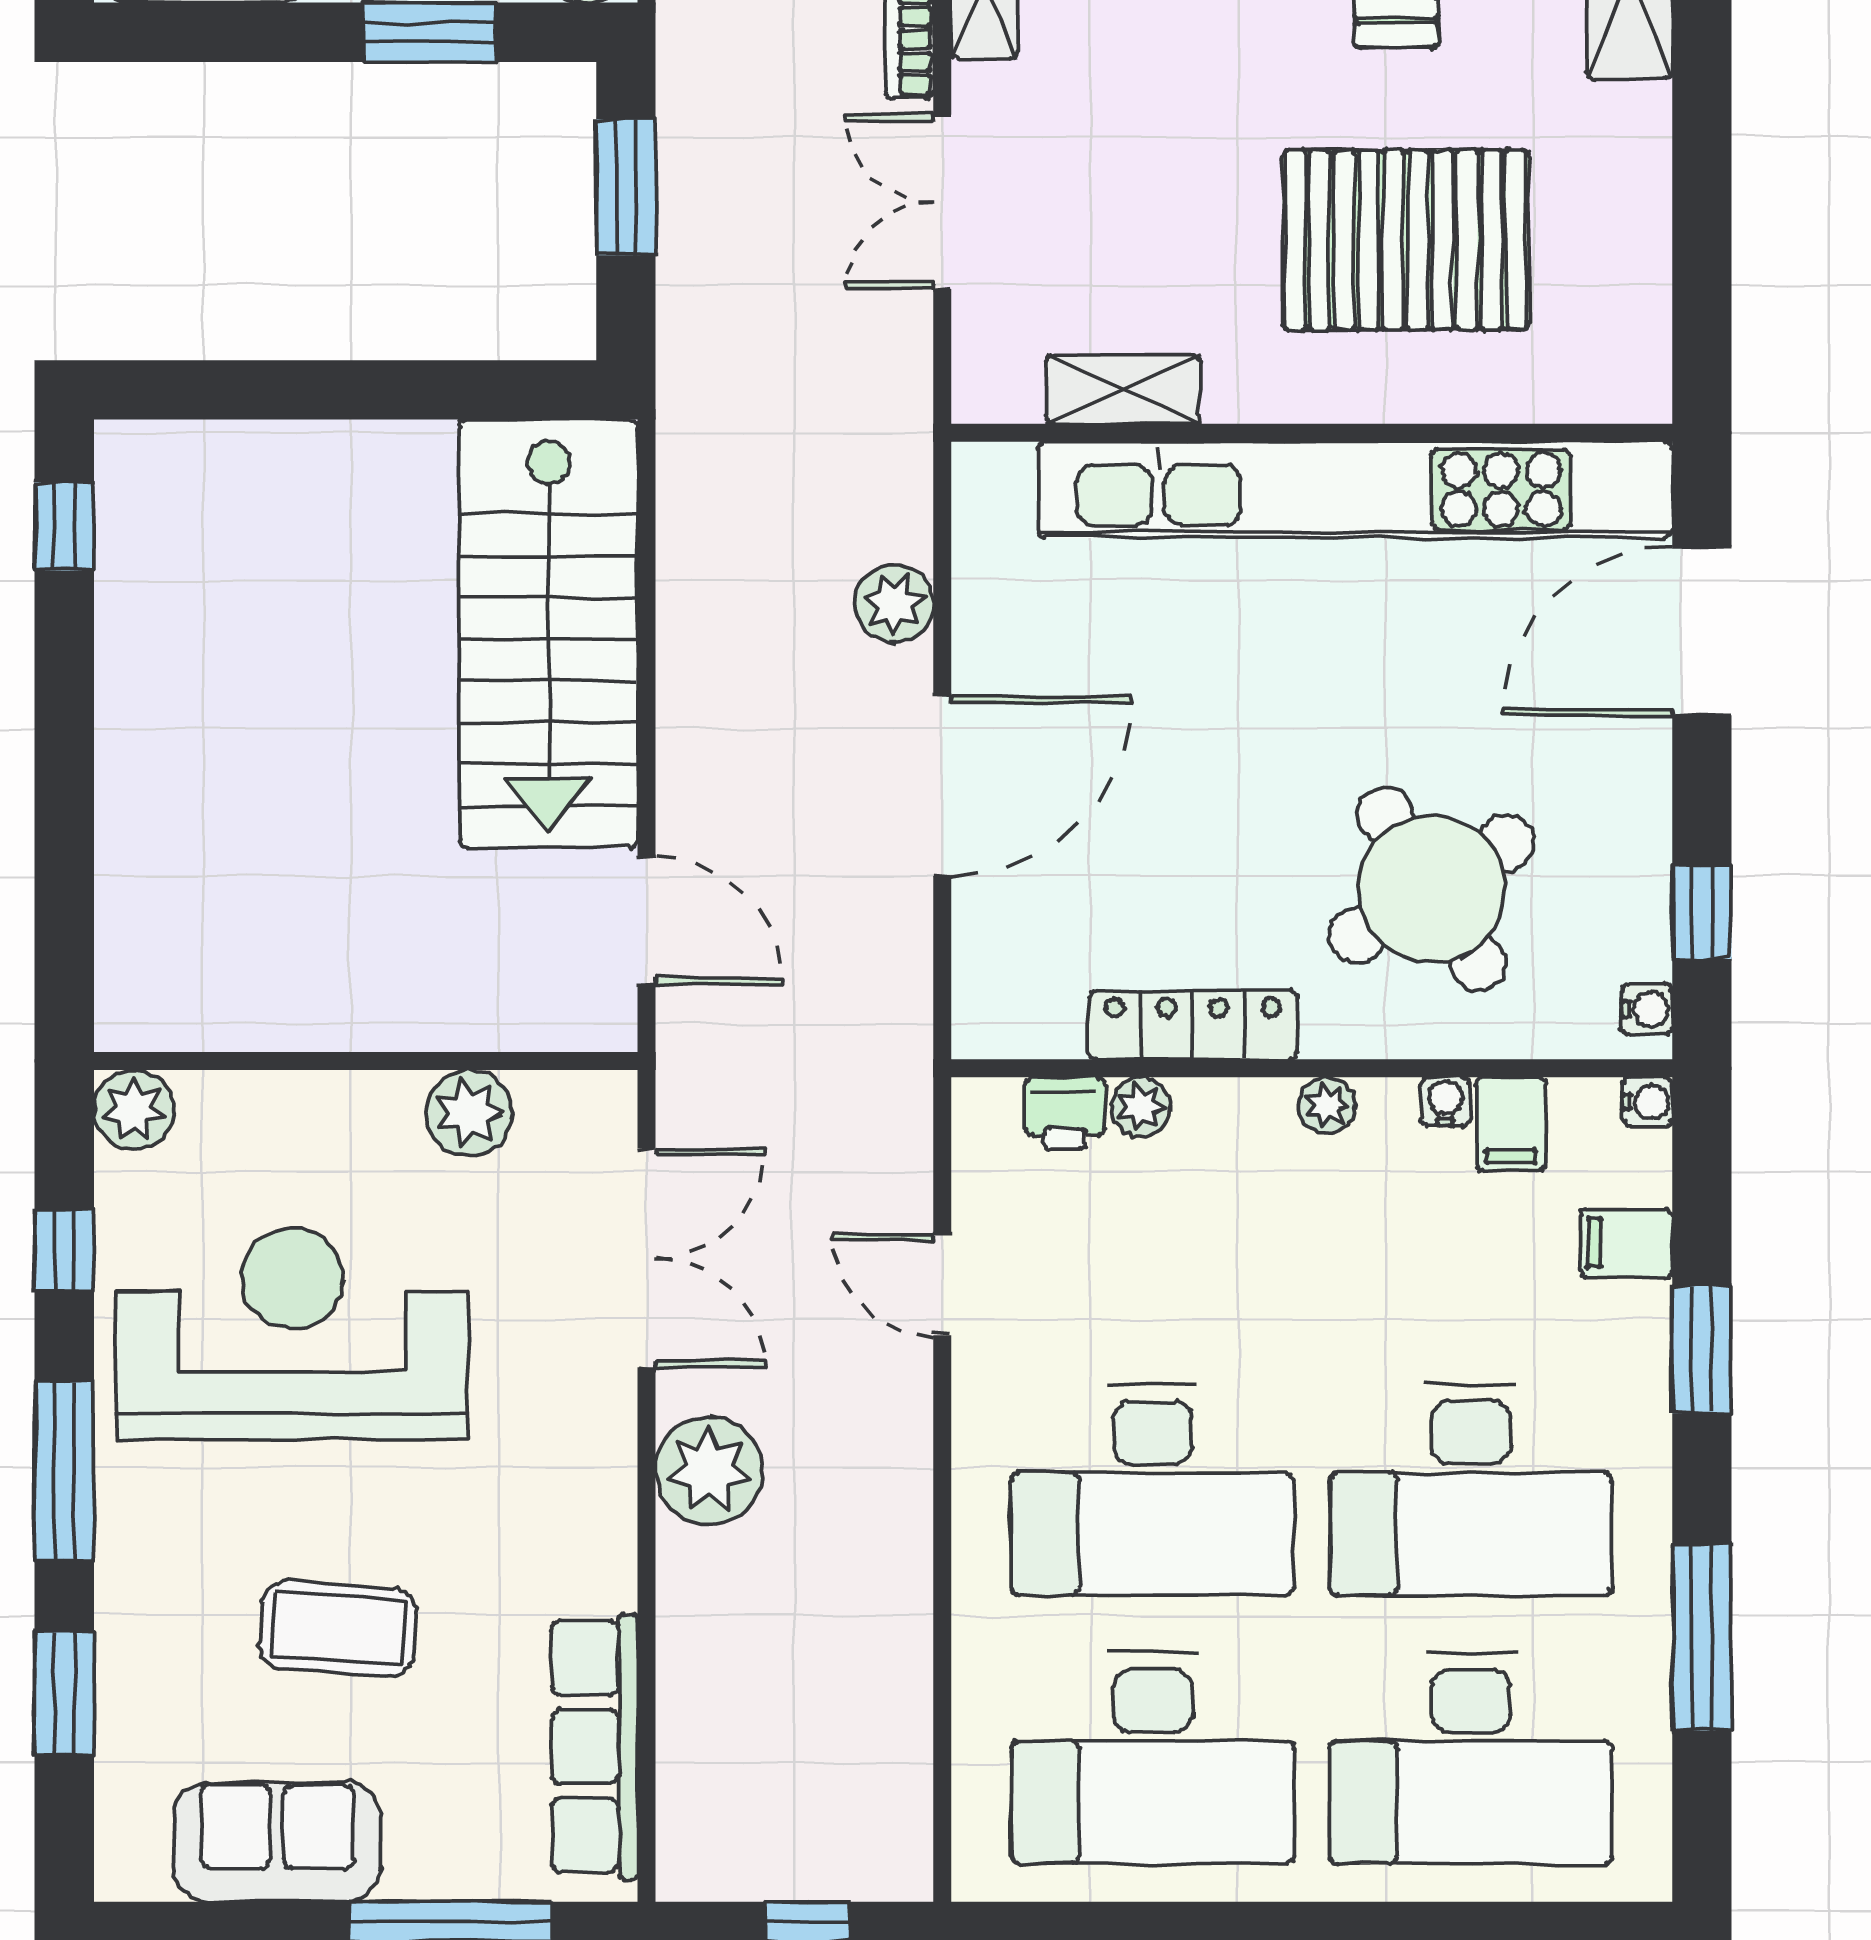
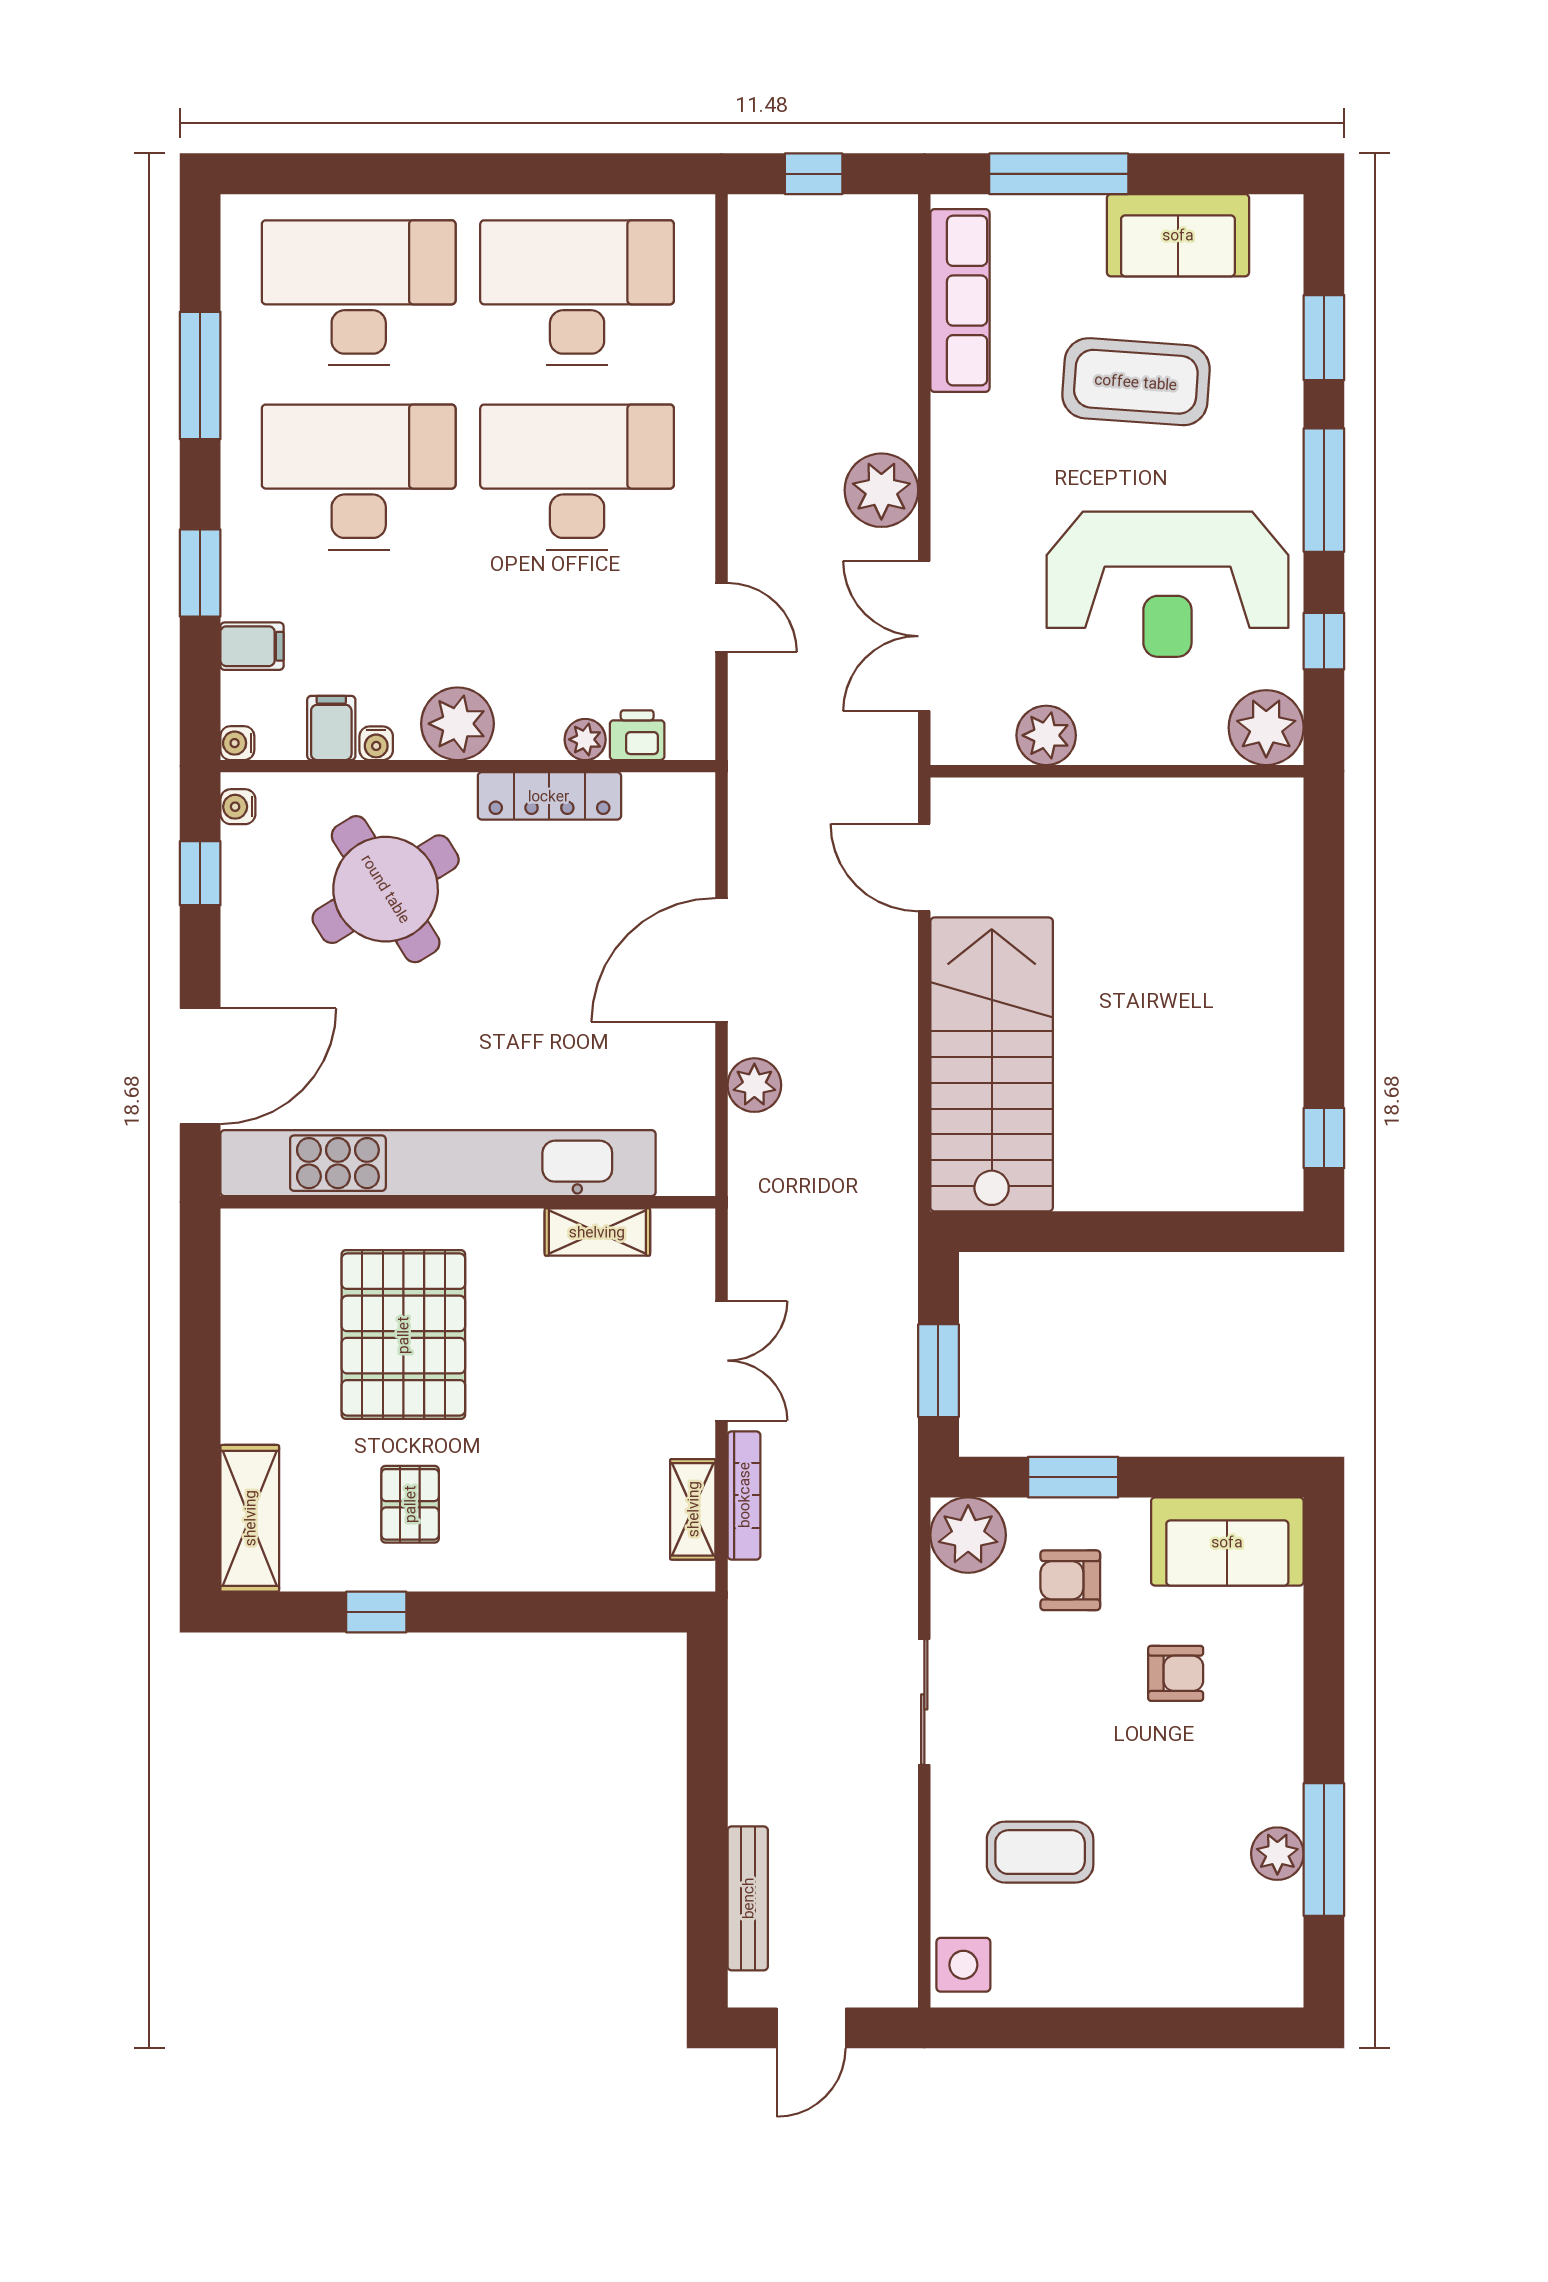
pallet: (1406, 240) -> (403, 1335), turned 90
plant: (1327, 1105) -> (457, 724), width x1.88, depth x1.88
plant: (134, 1110) -> (1266, 728), width x1.36, depth x1.36
coffee table: (338, 1628) -> (1136, 382), width x1.36, depth x1.32

